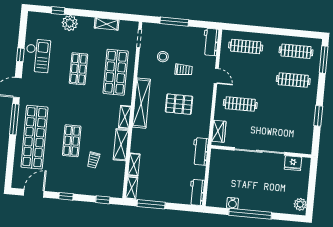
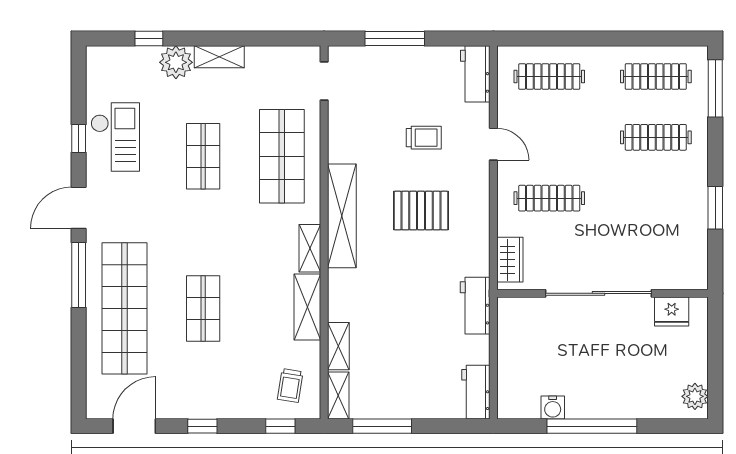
shelving: (107, 24) -> (219, 57), moved
stool: (163, 57) -> (378, 114), removed
trolley: (93, 160) -> (290, 386), moved

